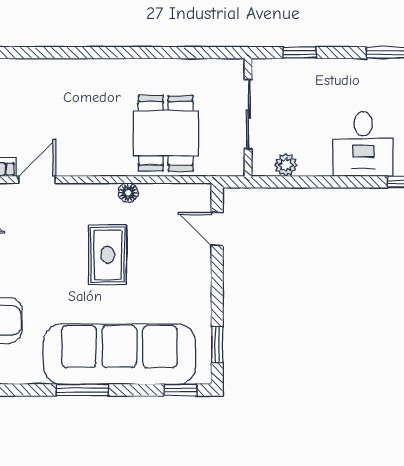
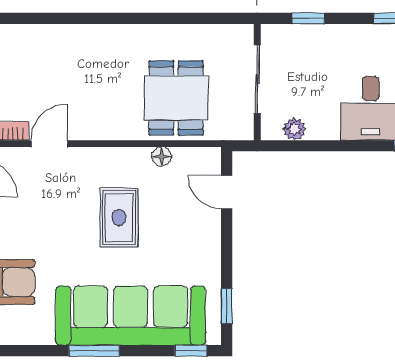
floor lamp: (128, 193) -> (162, 157), moved

